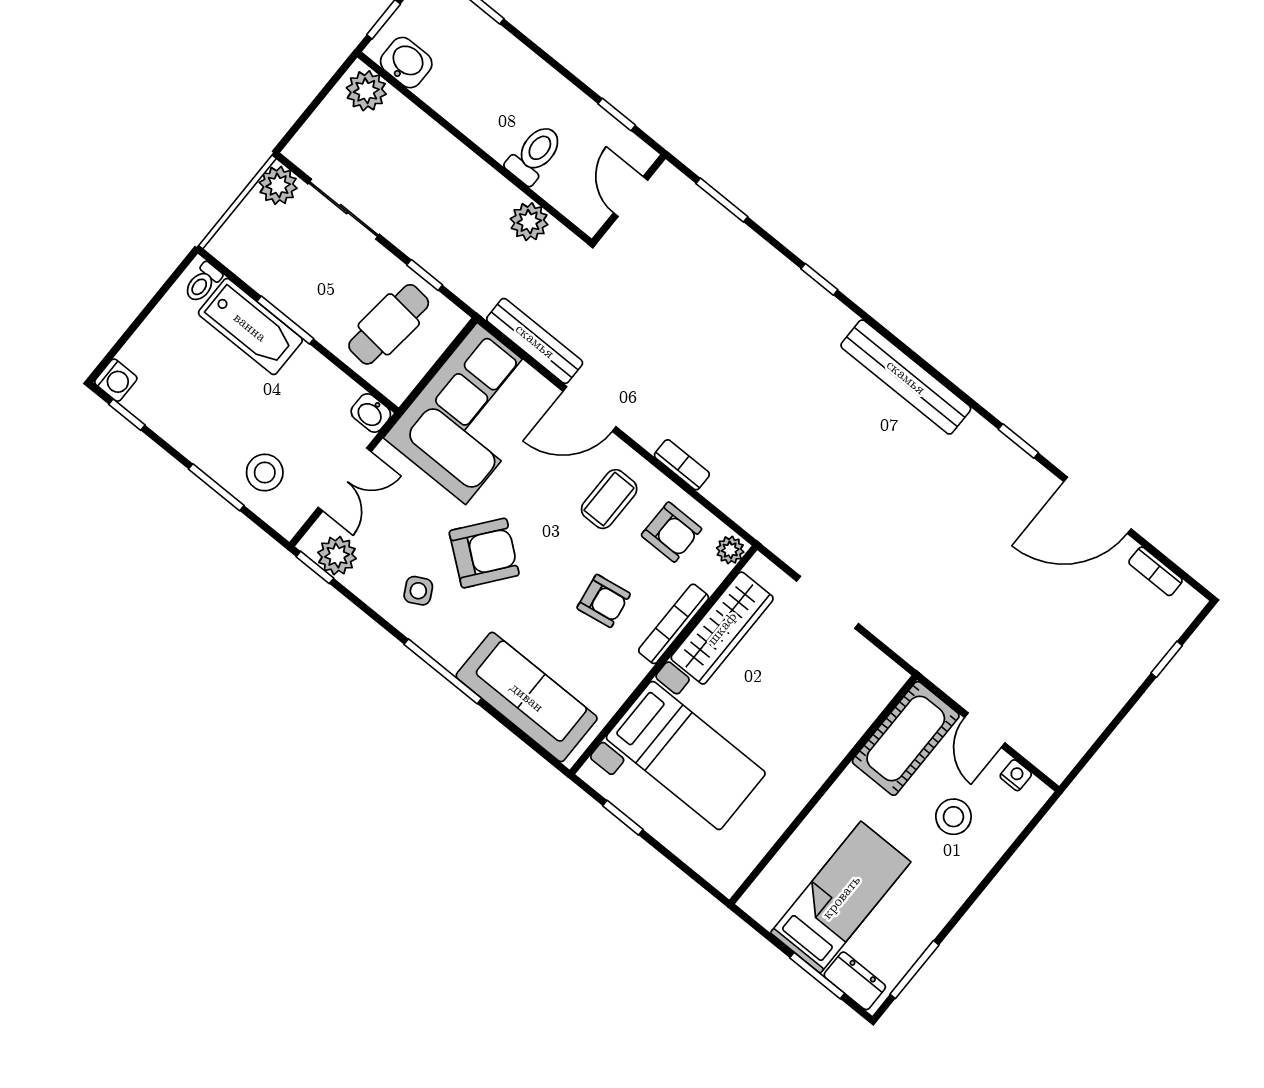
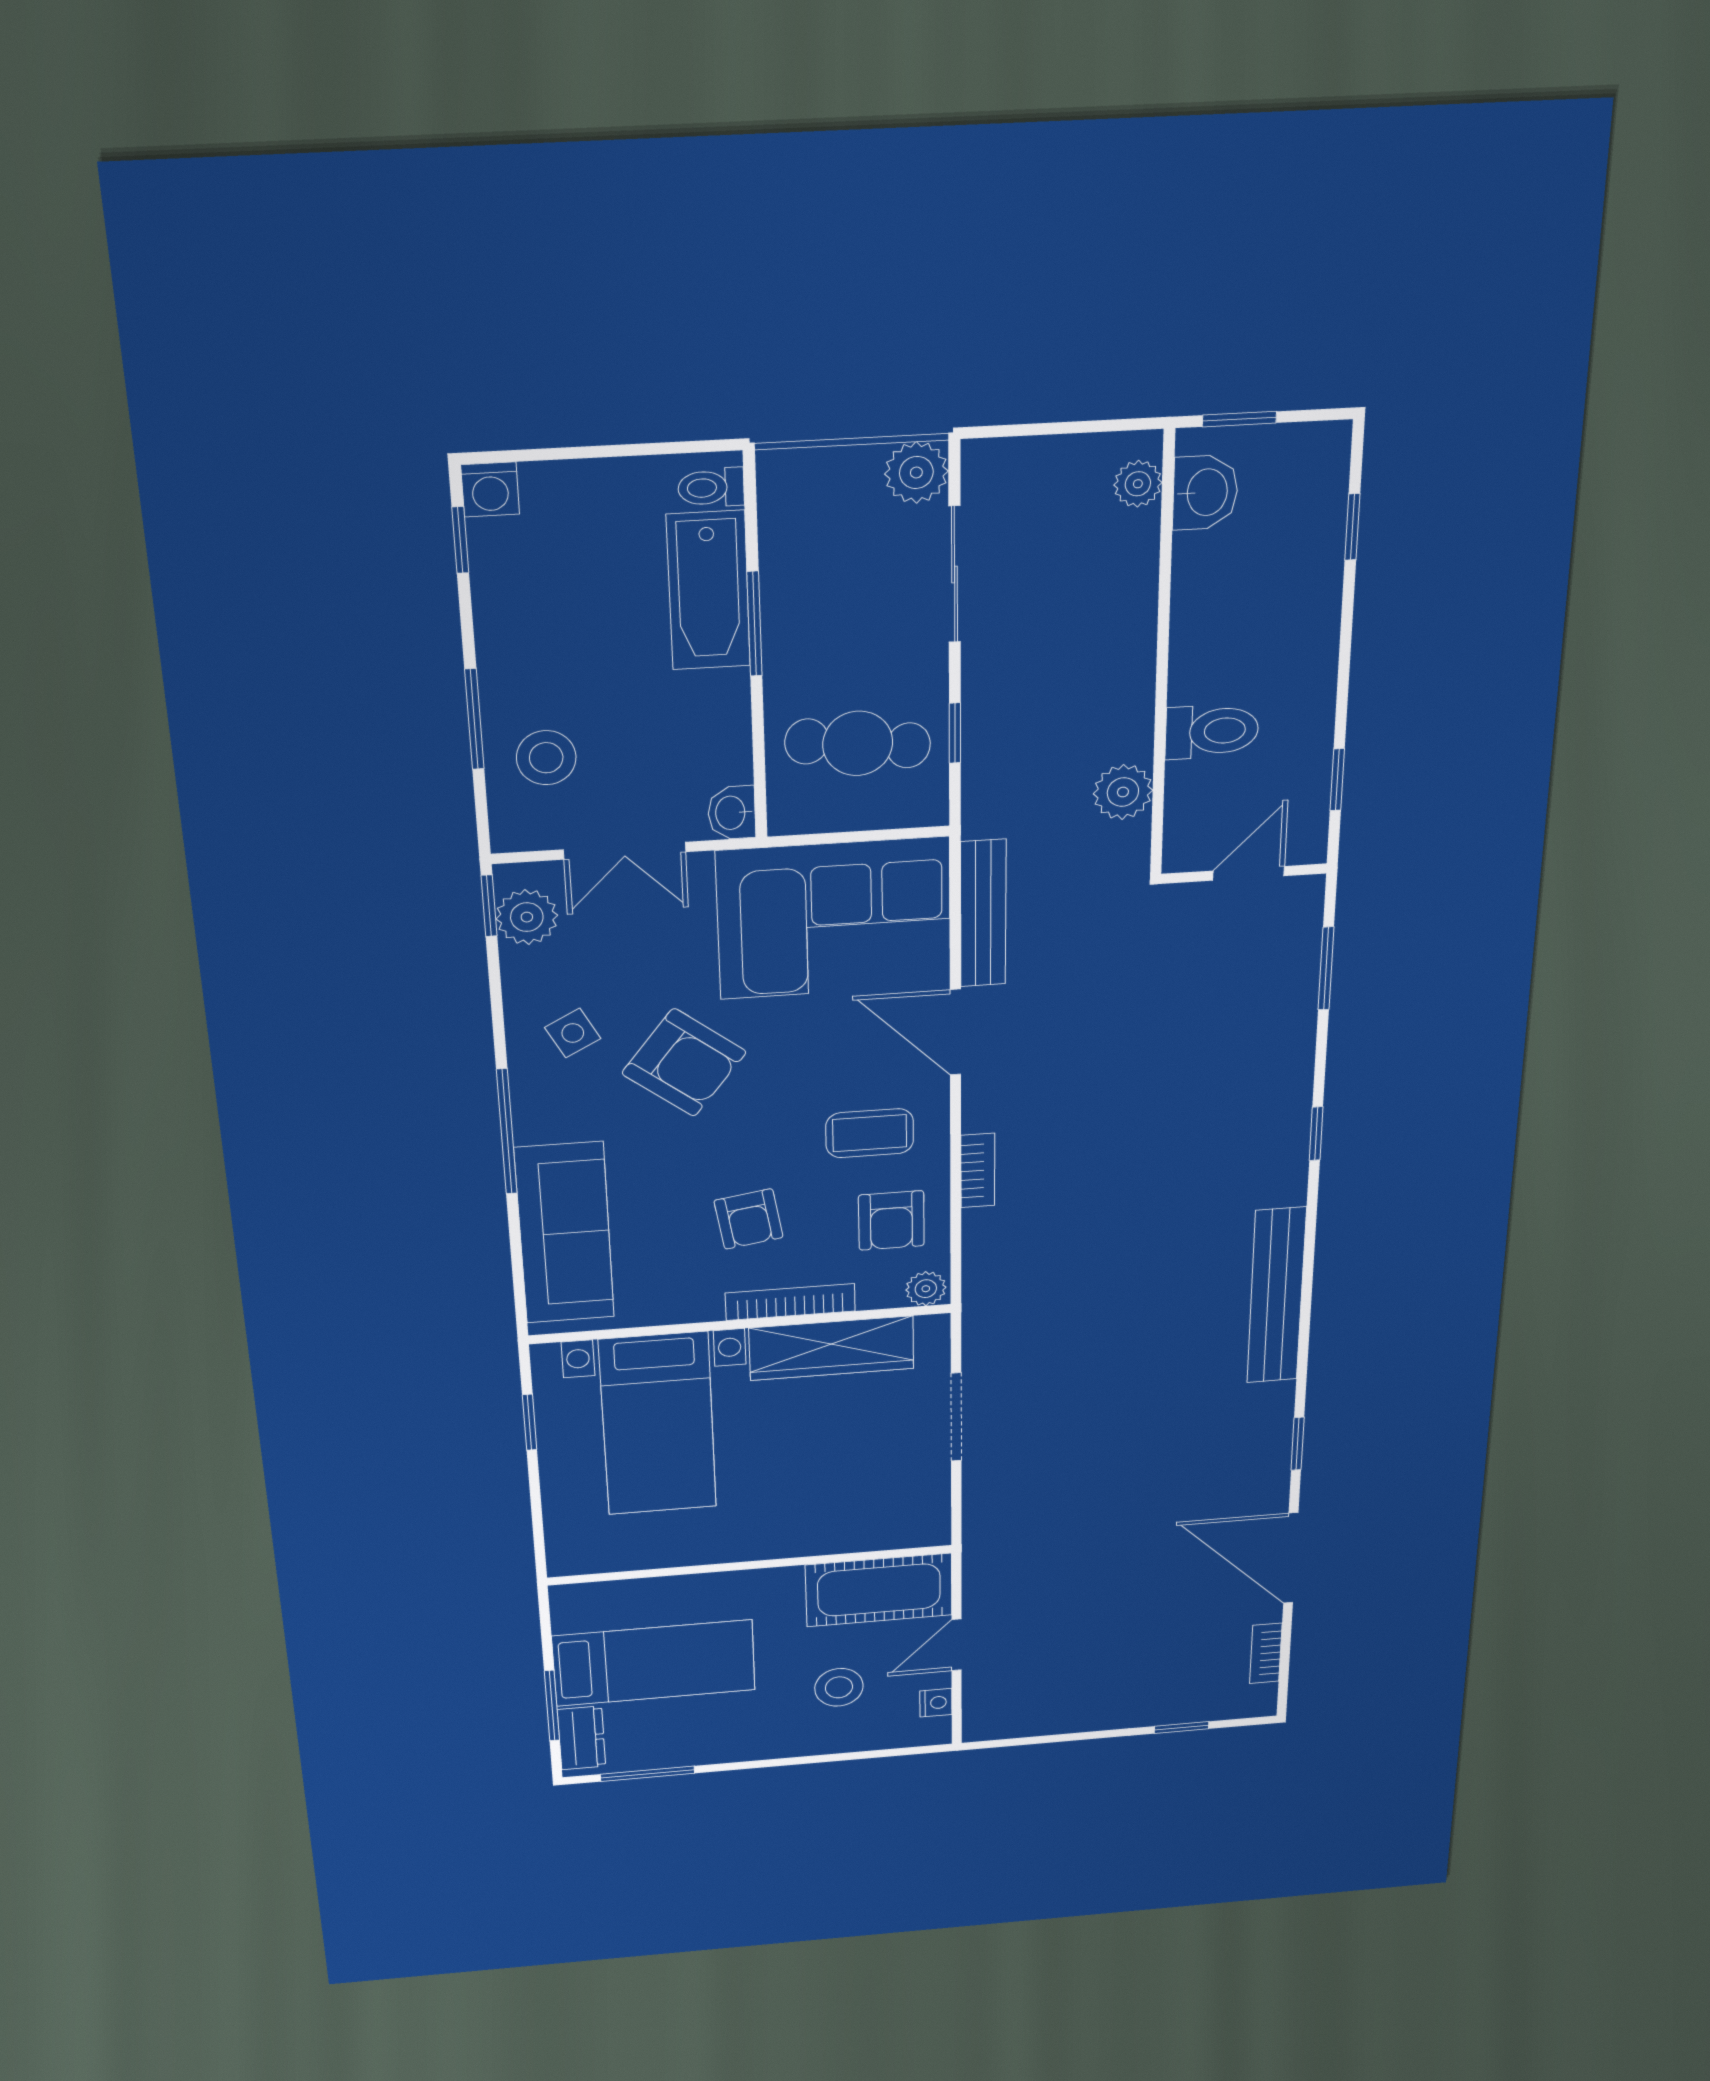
plant: (366, 91) -> (1138, 484), width x0.73, depth x0.73

